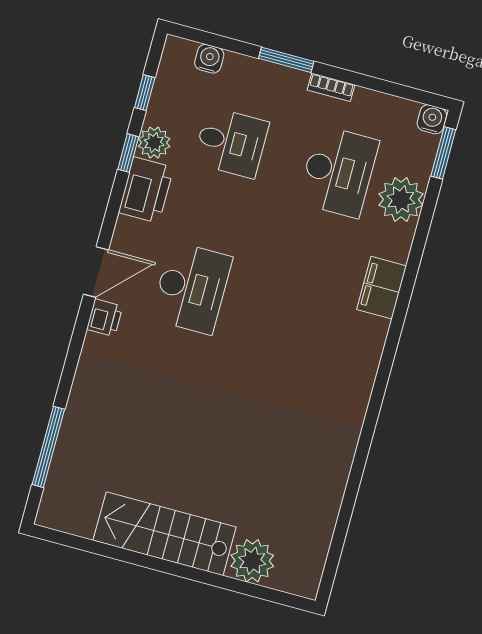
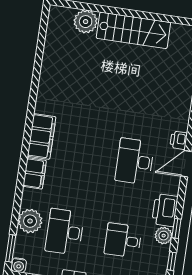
filing cabinet: (360, 355) -> (42, 136), added

